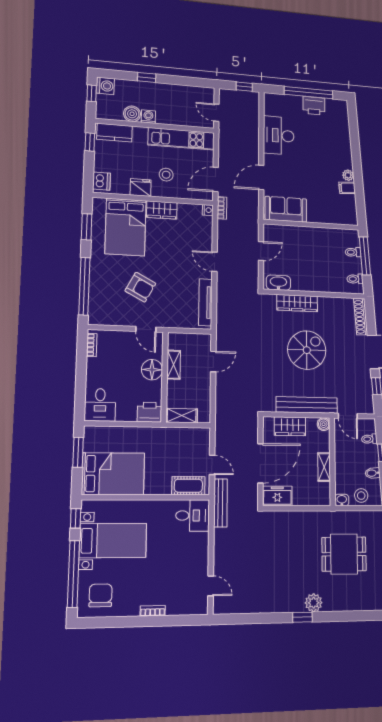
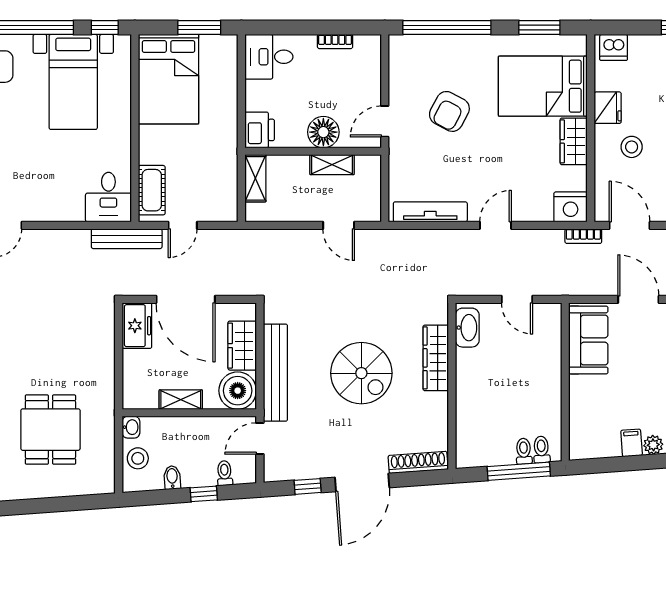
nightstand: (208, 210) -> (571, 207), width x1.89, depth x1.79
toilet: (355, 279) -> (541, 449), moved
bookcase: (92, 345) -> (335, 41), moved
boiler: (324, 424) -> (238, 391), width x1.86, depth x1.86

